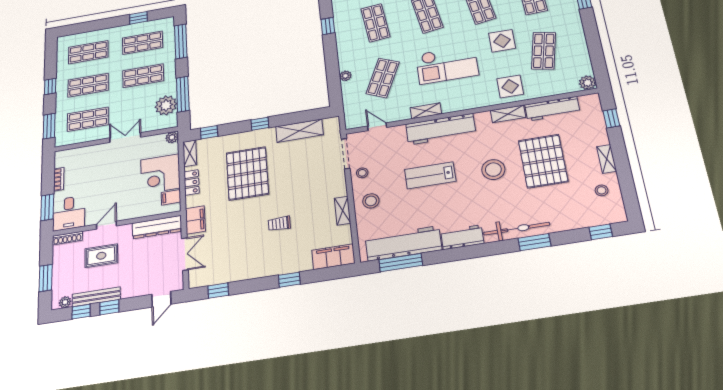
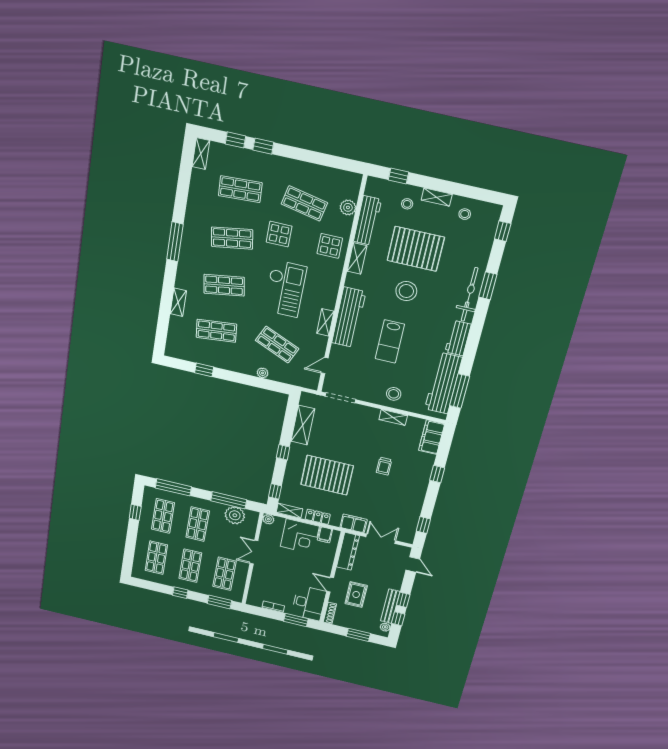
plant: (588, 83) -> (348, 207), moved
stool: (362, 173) -> (407, 204), moved
desk: (69, 213) -> (309, 603), width x1.37

